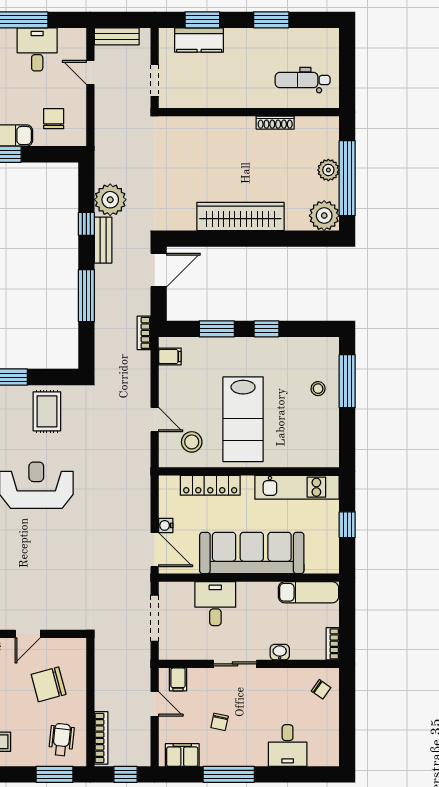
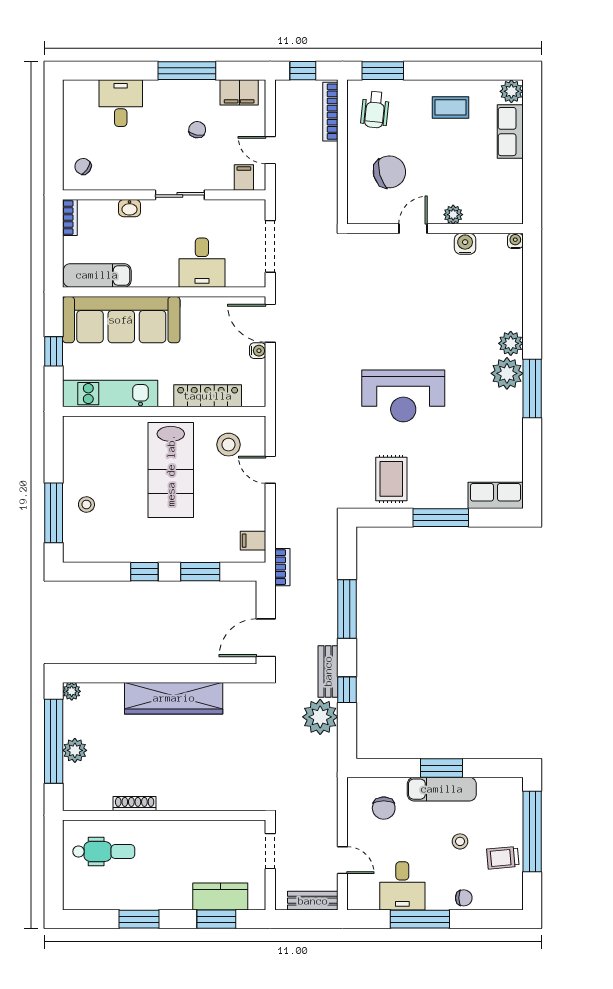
plant: (324, 216) -> (72, 691), width x0.53, depth x0.53
lab bench: (243, 419) -> (171, 470), turned 180
sofa: (252, 553) -> (121, 320), moved

